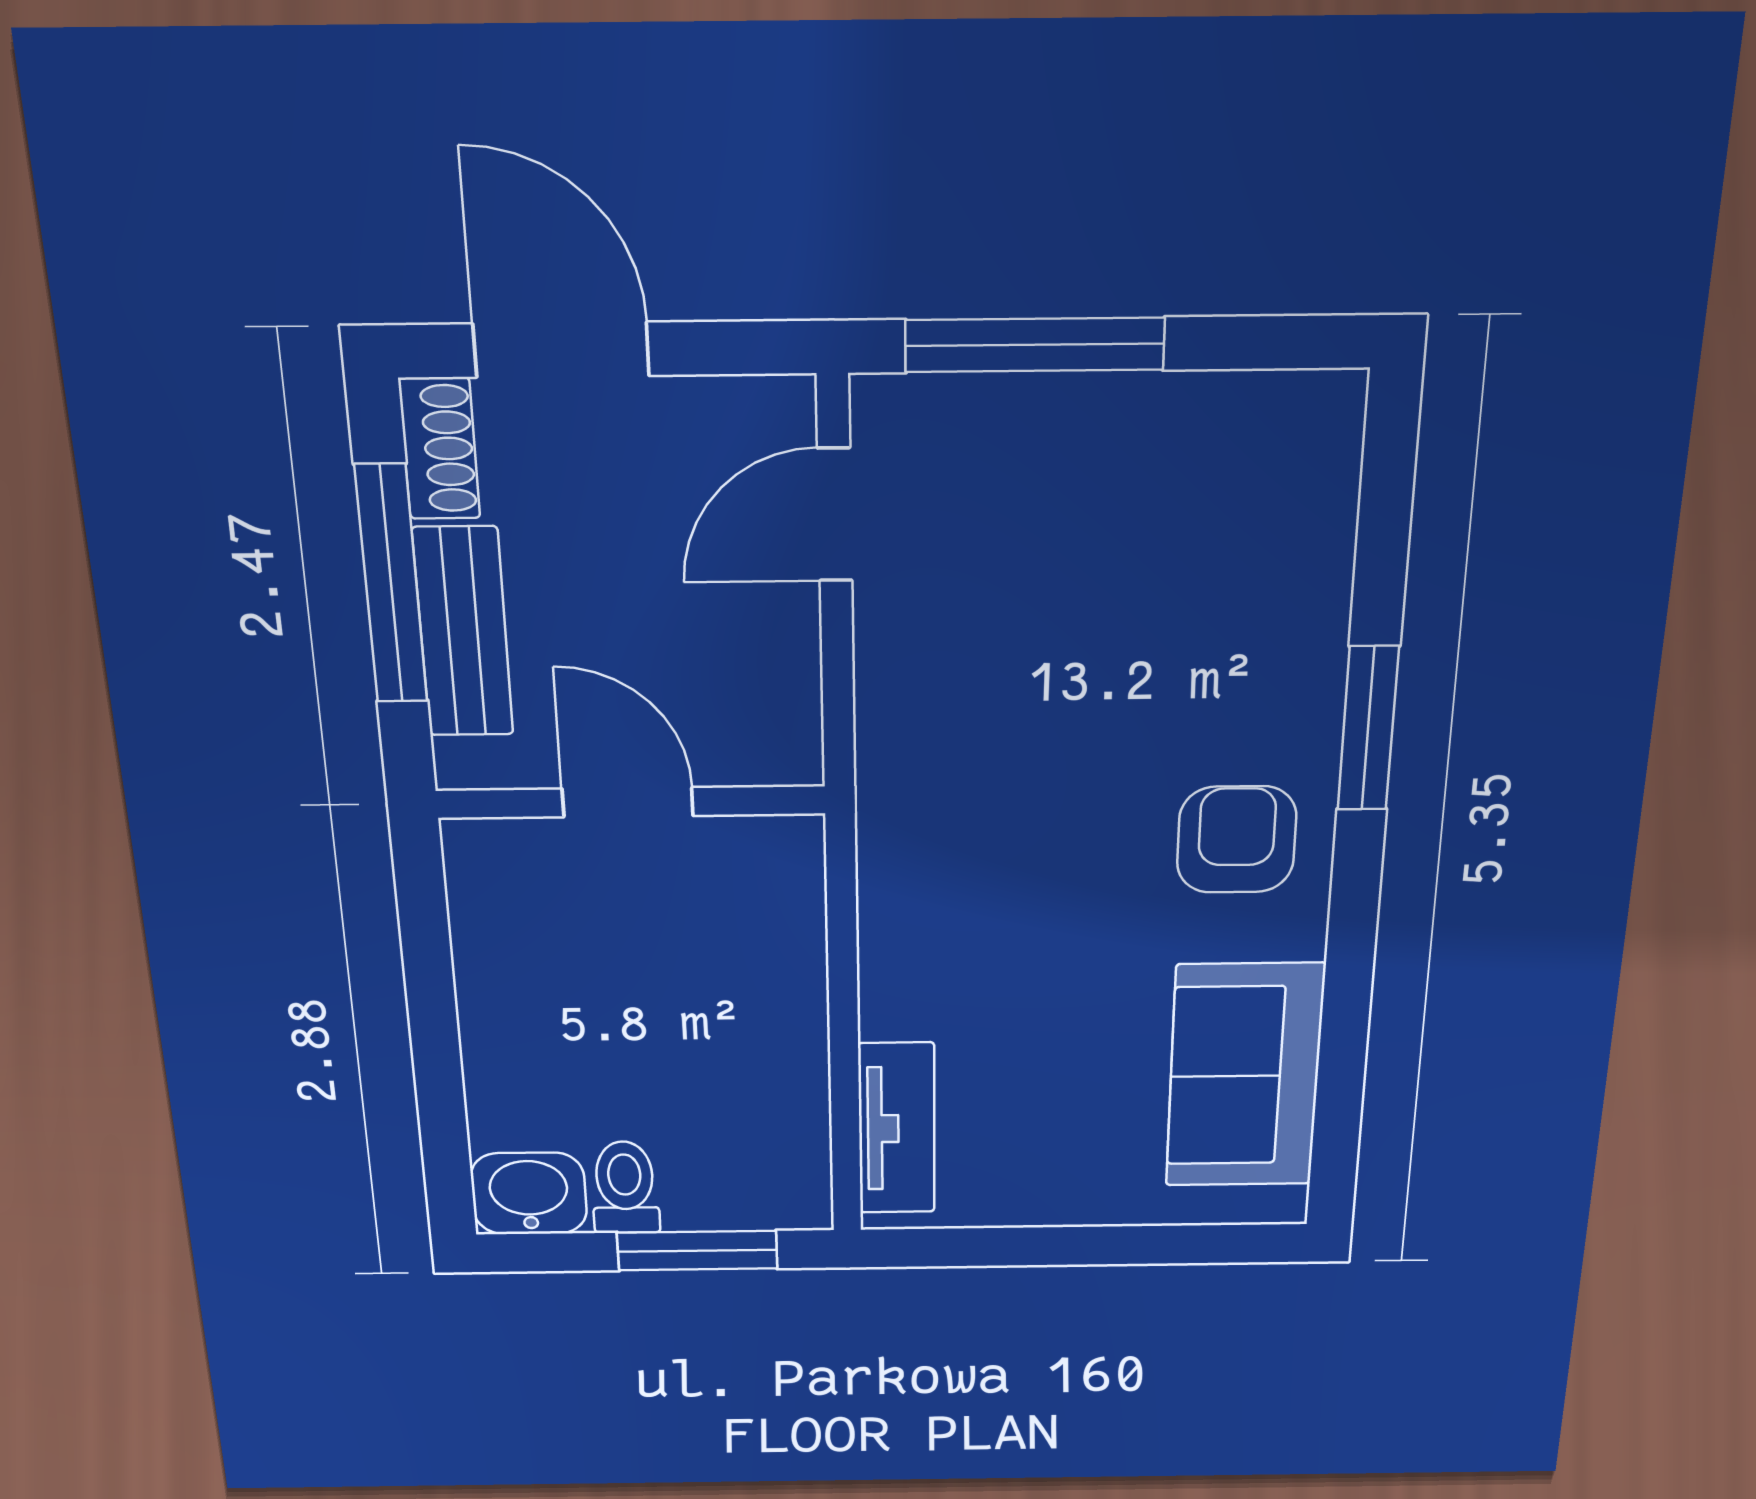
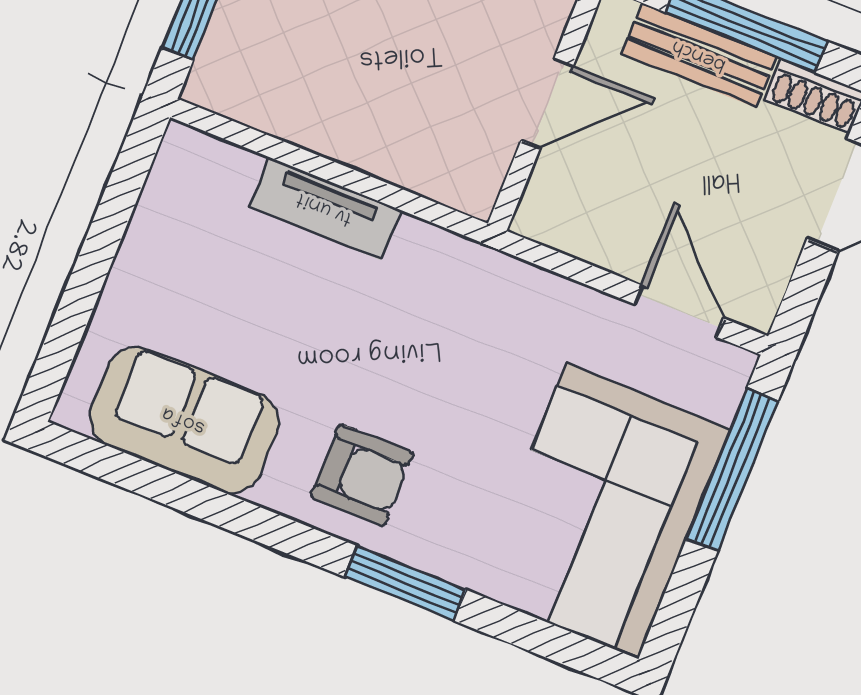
corner sofa: (1167, 506) -> (603, 511), added
tv unit: (897, 1129) -> (325, 208), moved

